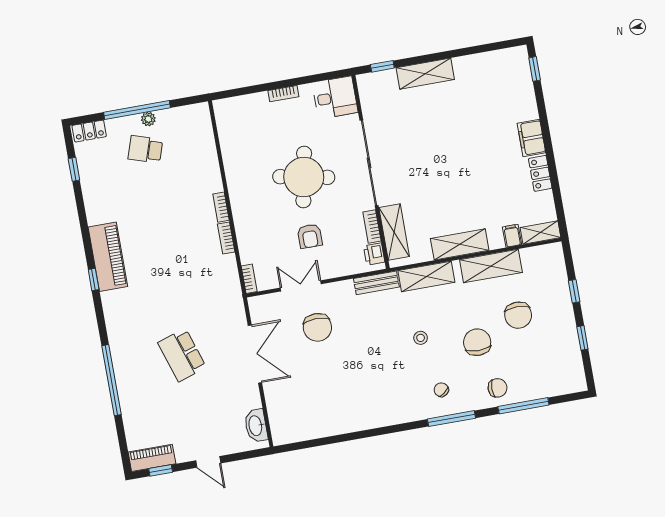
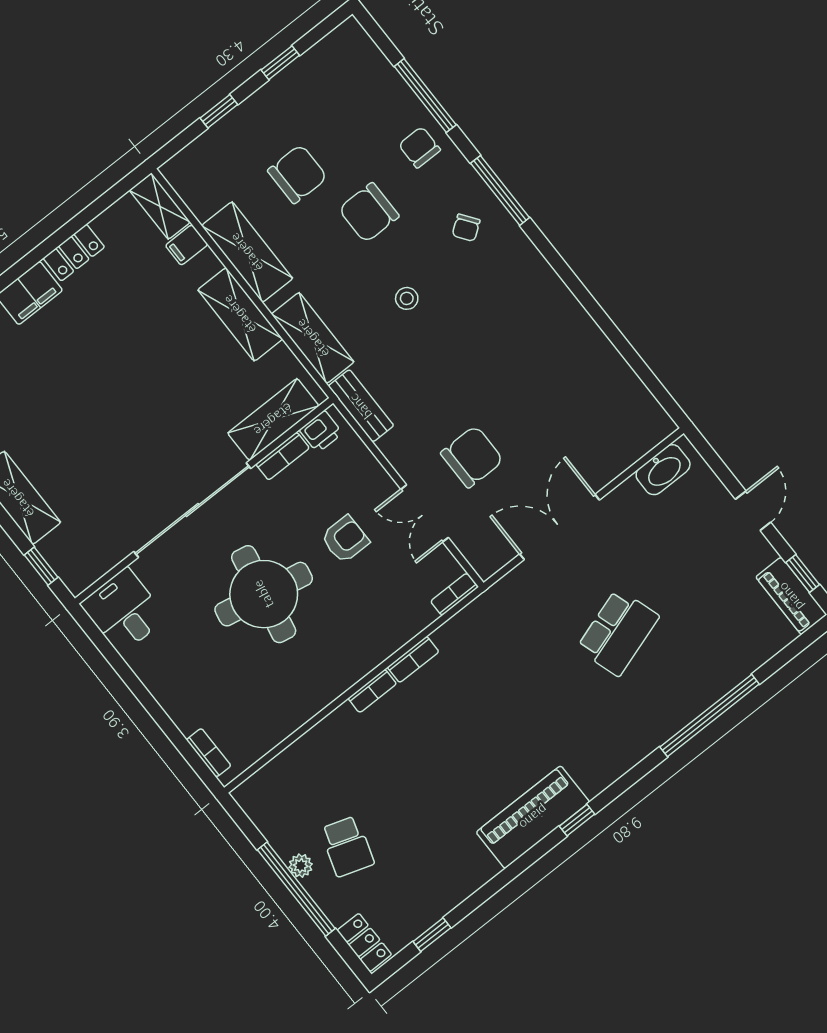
bookcase: (283, 94) -> (209, 753), moved

